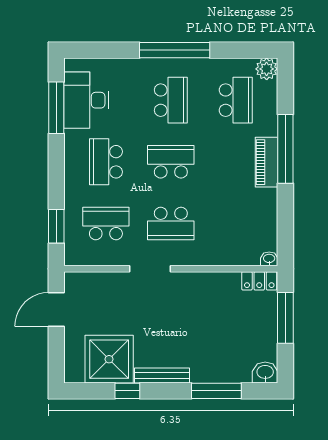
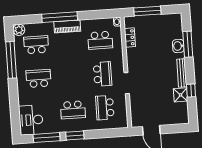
window: (175, 50) -> (11, 60), moved
desk: (86, 100) -> (31, 120), moved, turned 90
school desk: (171, 162) -> (100, 40), moved, turned -90
window: (56, 226) -> (75, 136), moved
locker: (259, 281) -> (130, 37), moved
shower: (109, 359) -> (181, 95), width x0.54, depth x0.54
washbasin: (265, 373) -> (178, 46), moved

